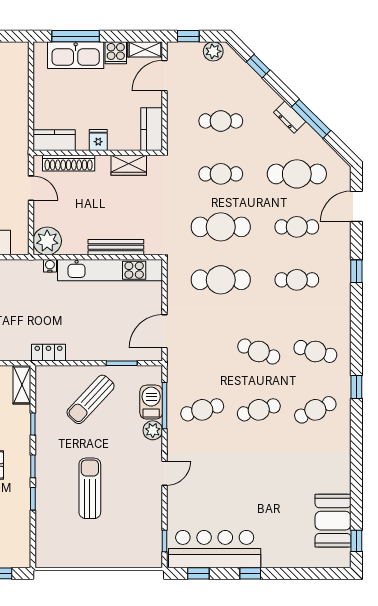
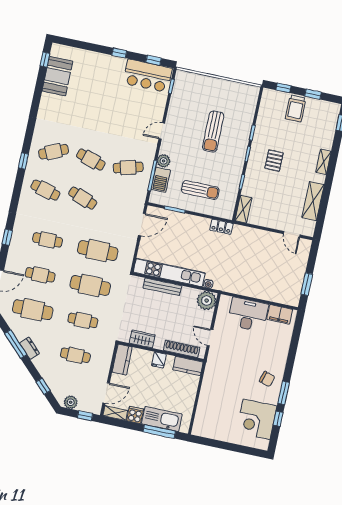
sun lounger: (91, 399) -> (200, 190), turned 47
cafe table: (259, 410) -> (91, 160), turned 33
bar counter: (215, 549) -> (148, 76), width x0.73

